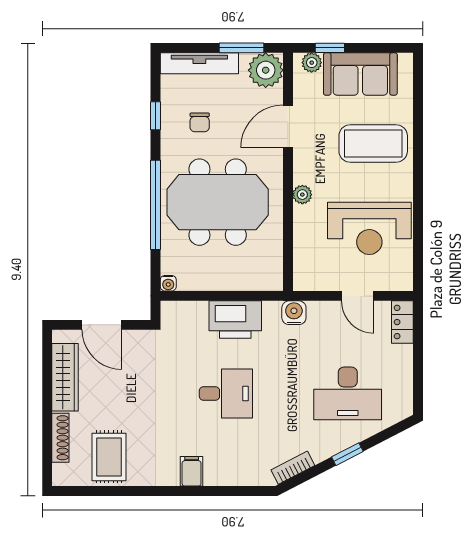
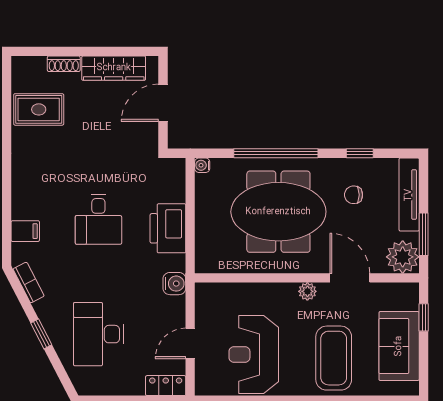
plant: (312, 63) -> (410, 300), removed
plant: (302, 195) -> (307, 291), moved
meeting table: (218, 202) -> (278, 212), turned 90
shoe rack: (60, 438) -> (64, 64), width x0.70
filing cabinet: (192, 471) -> (25, 231), moved

